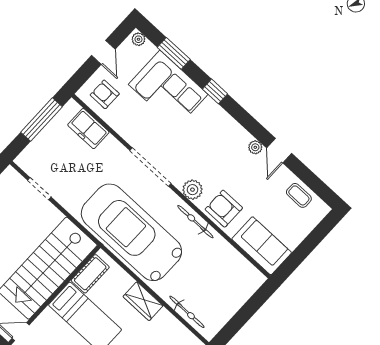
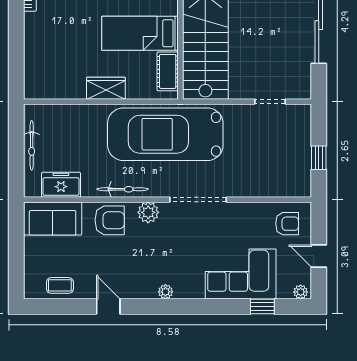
window: (174, 53) -> (262, 306), width x0.67
window: (215, 91) -> (202, 306), removed
window: (41, 119) -> (319, 158), width x0.46
freezer: (88, 129) -> (61, 185), moved
plant: (255, 147) -> (165, 292), moved
car: (131, 232) -> (165, 134), turned 180
bicycle: (187, 312) -> (32, 145), moved, turned -90

